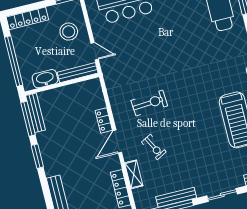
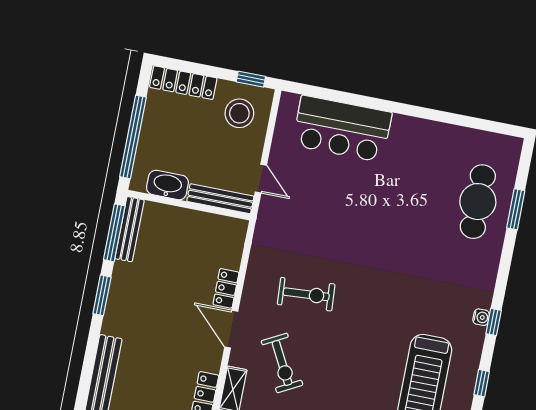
stool: (69, 32) -> (239, 113), moved
door: (117, 141) -> (231, 329), hinge flipped
exercise bike: (154, 147) -> (282, 363), width x1.38, depth x1.39

